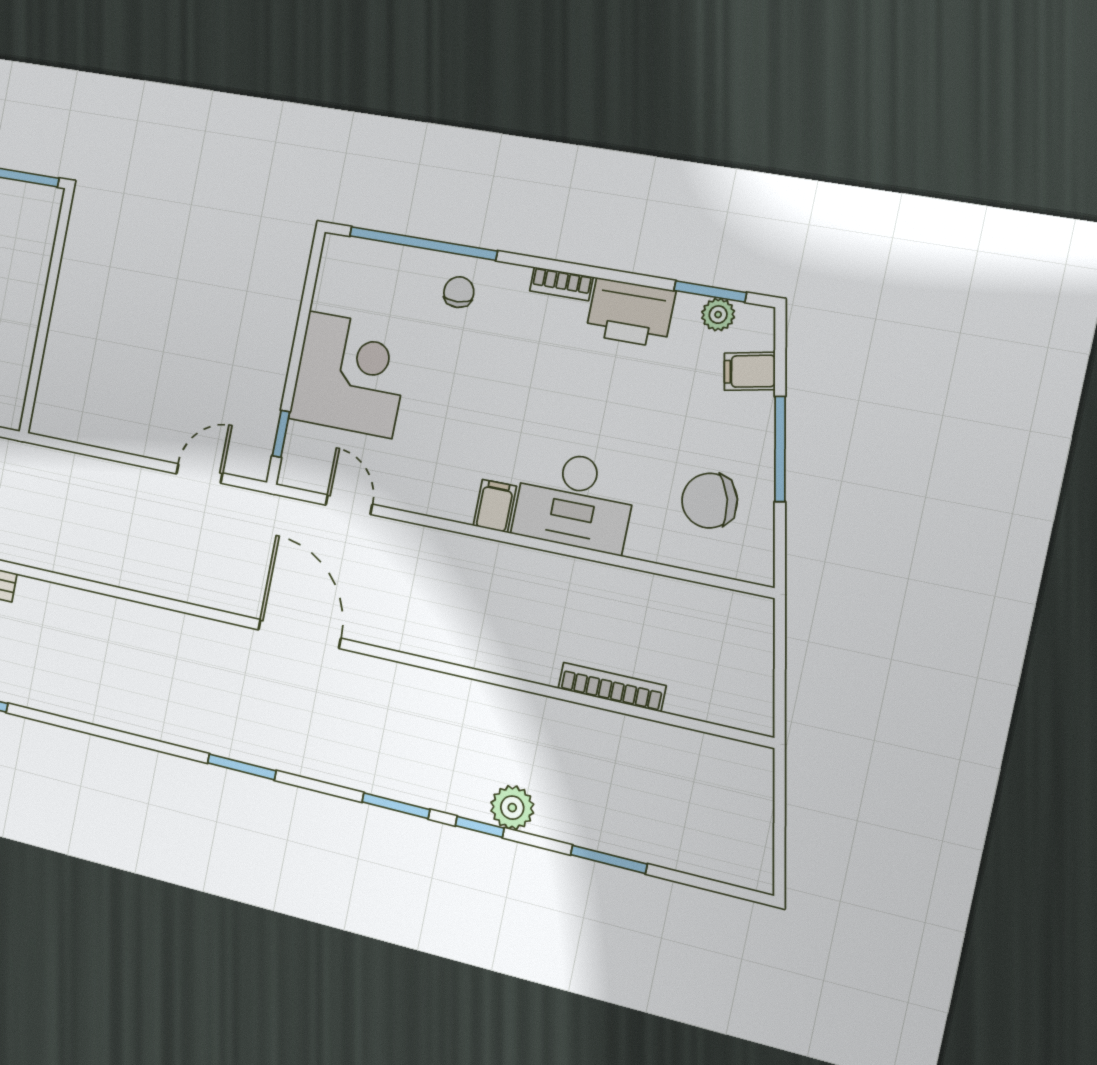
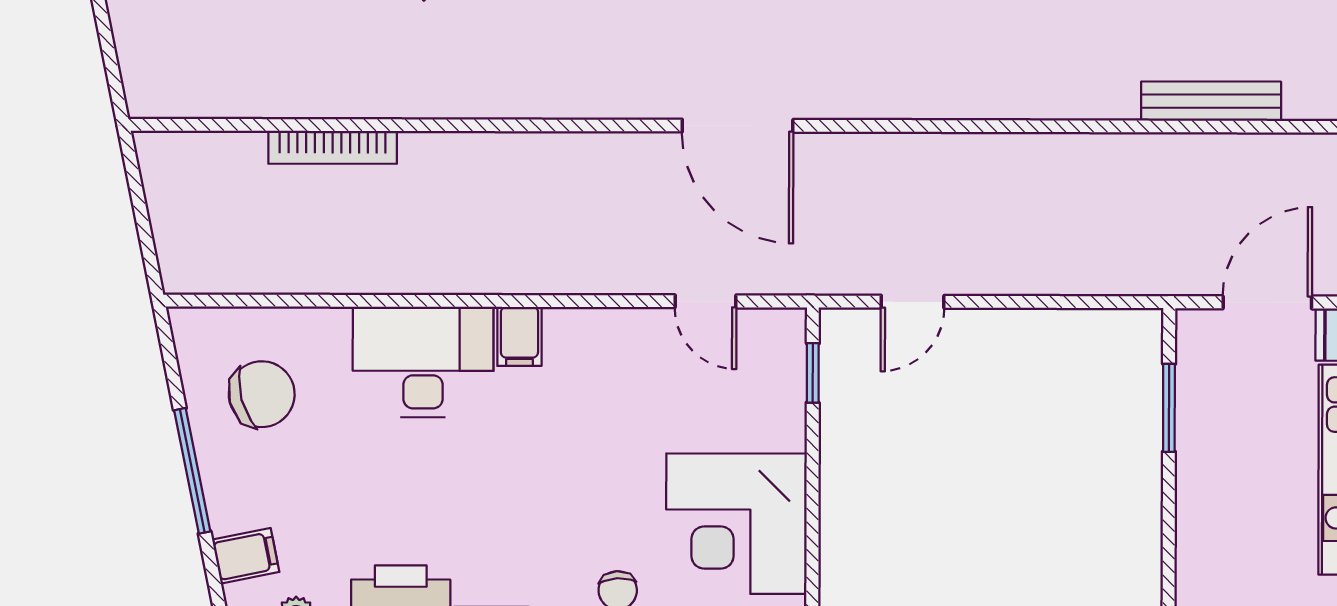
window: (38, 359) -> (1169, 408), added
corner desk: (350, 374) -> (736, 524), moved

